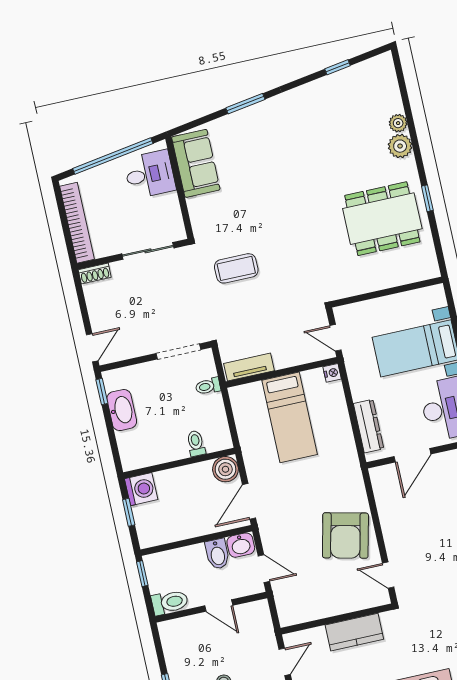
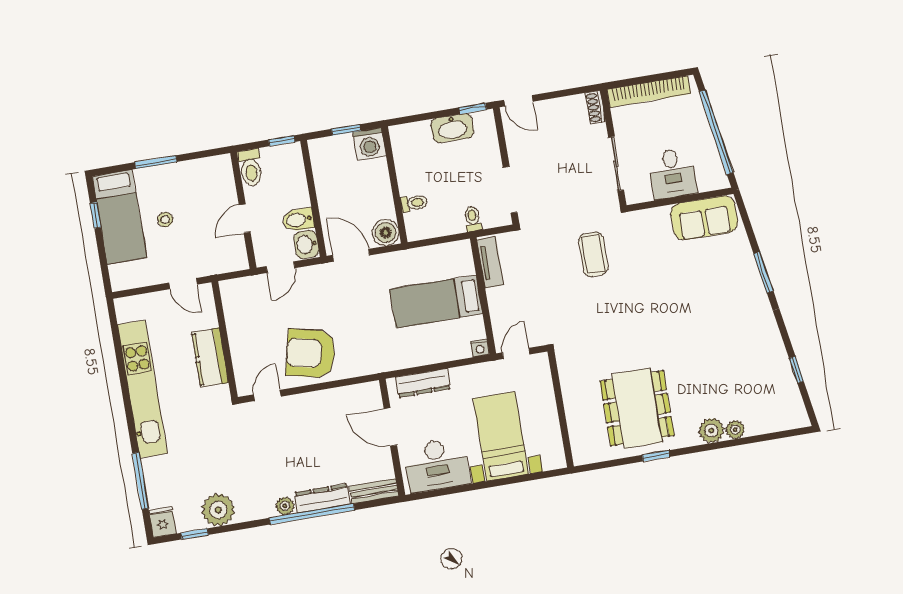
desk: (150, 174) -> (672, 173), moved

